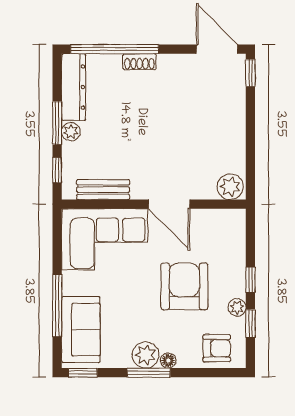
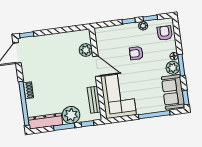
plant: (71, 132) -> (71, 115), width x1.88, depth x1.88
plant: (230, 187) -> (86, 50), moved
door: (169, 204) -> (97, 66), hinge flipped
armchair: (184, 286) -> (136, 53), width x0.53, depth x0.53
sofa: (81, 330) -> (173, 92), moved, turned -90

